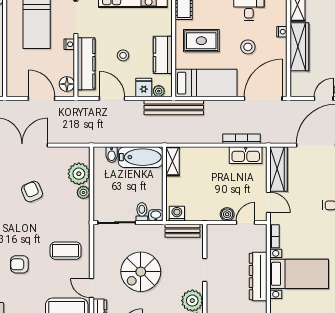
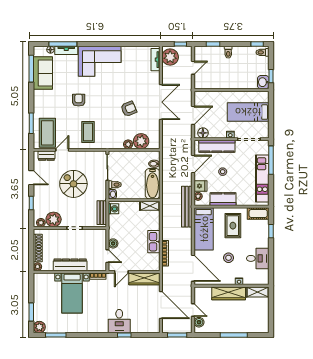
kitchen sink: (246, 155) -> (154, 242), moved

